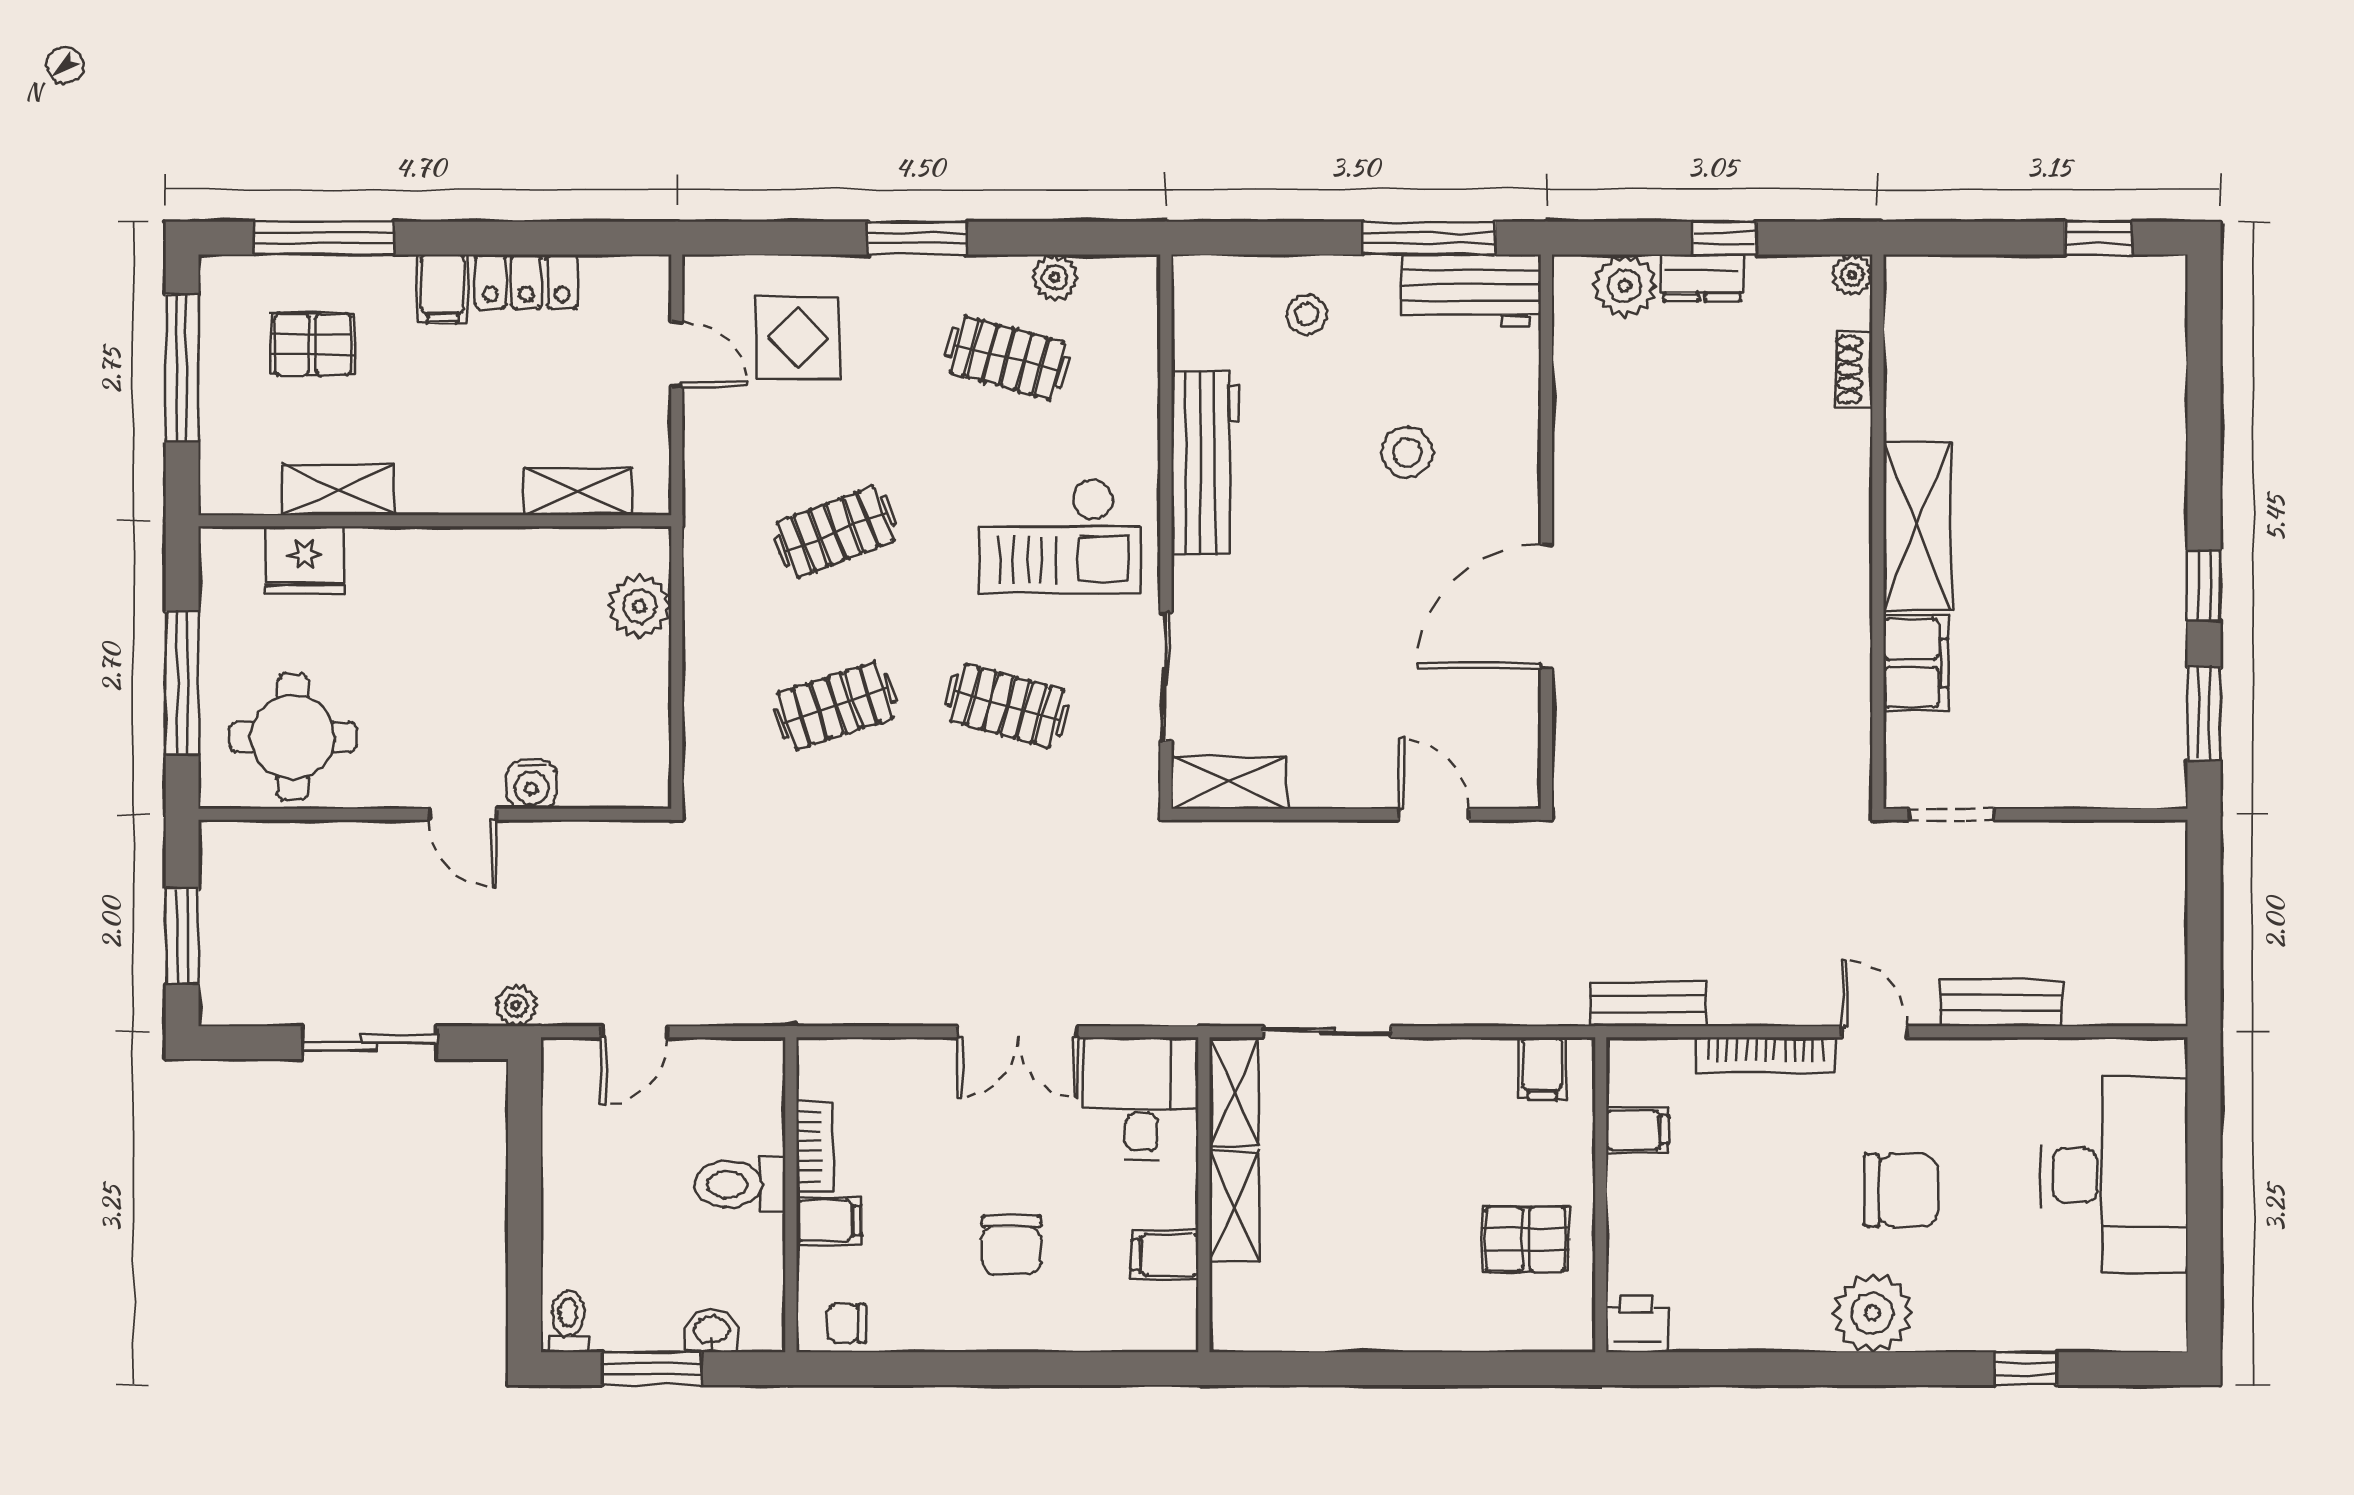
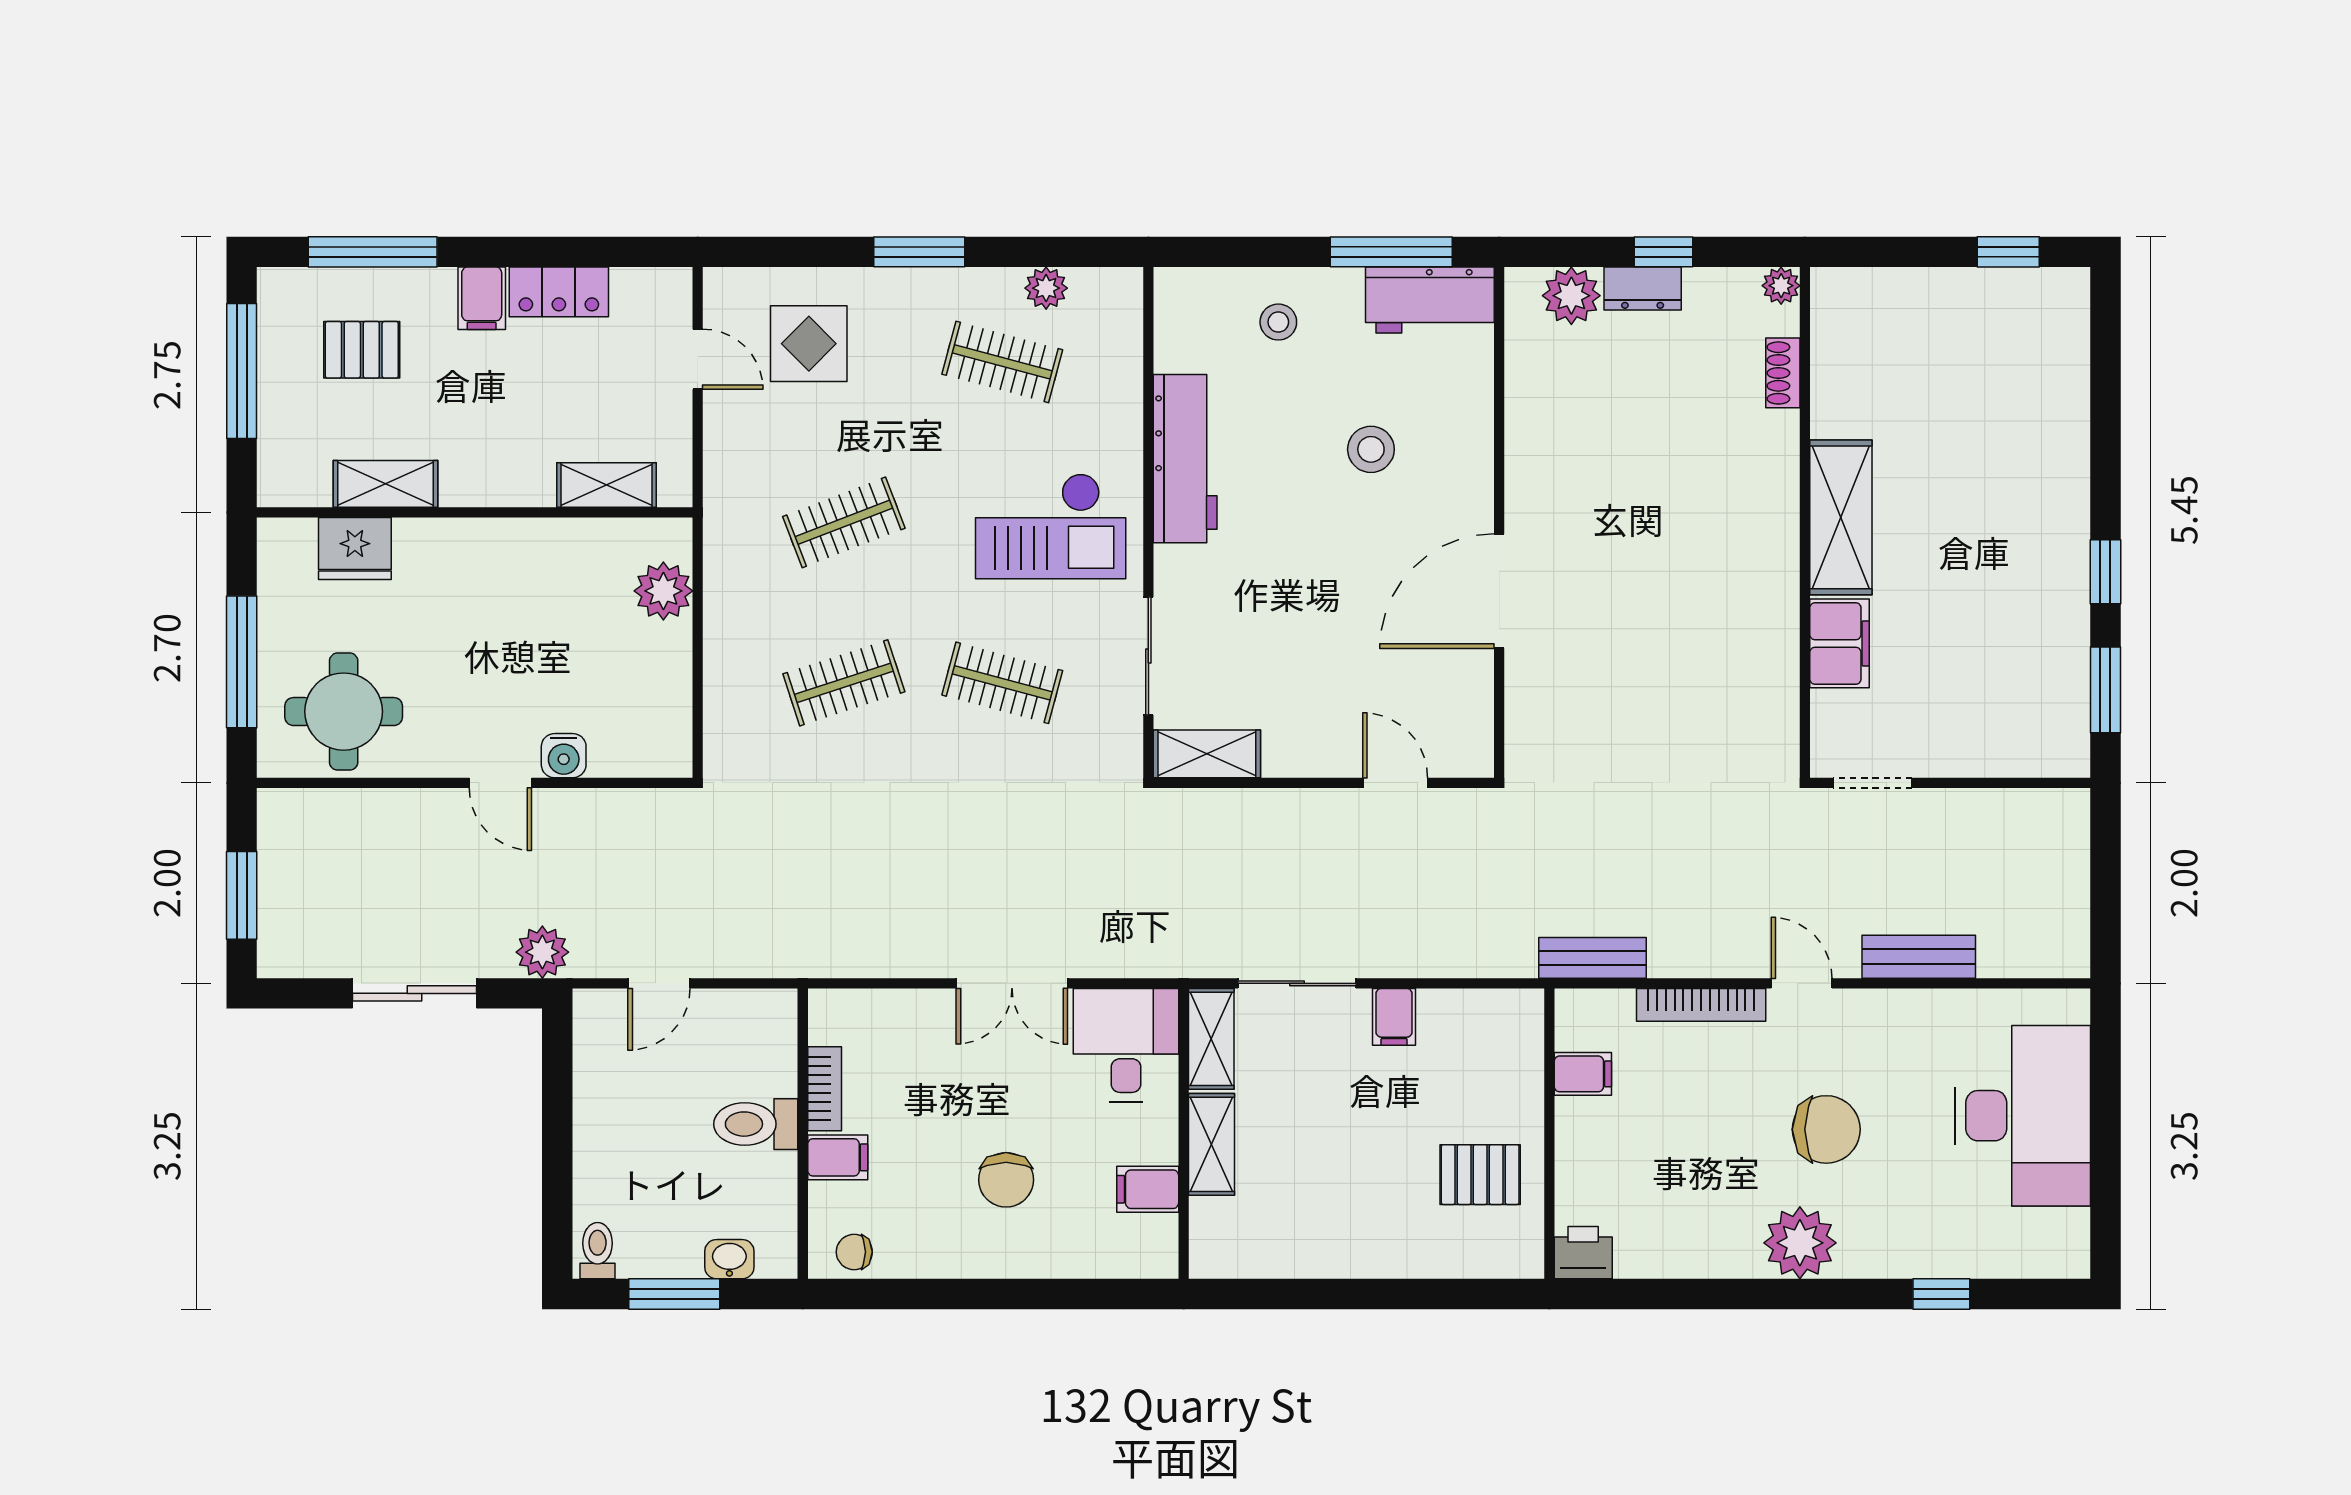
plant: (516, 1006) -> (542, 952), width x1.38, depth x1.38
filing cabinet: (1542, 1068) -> (1394, 1017), moved

